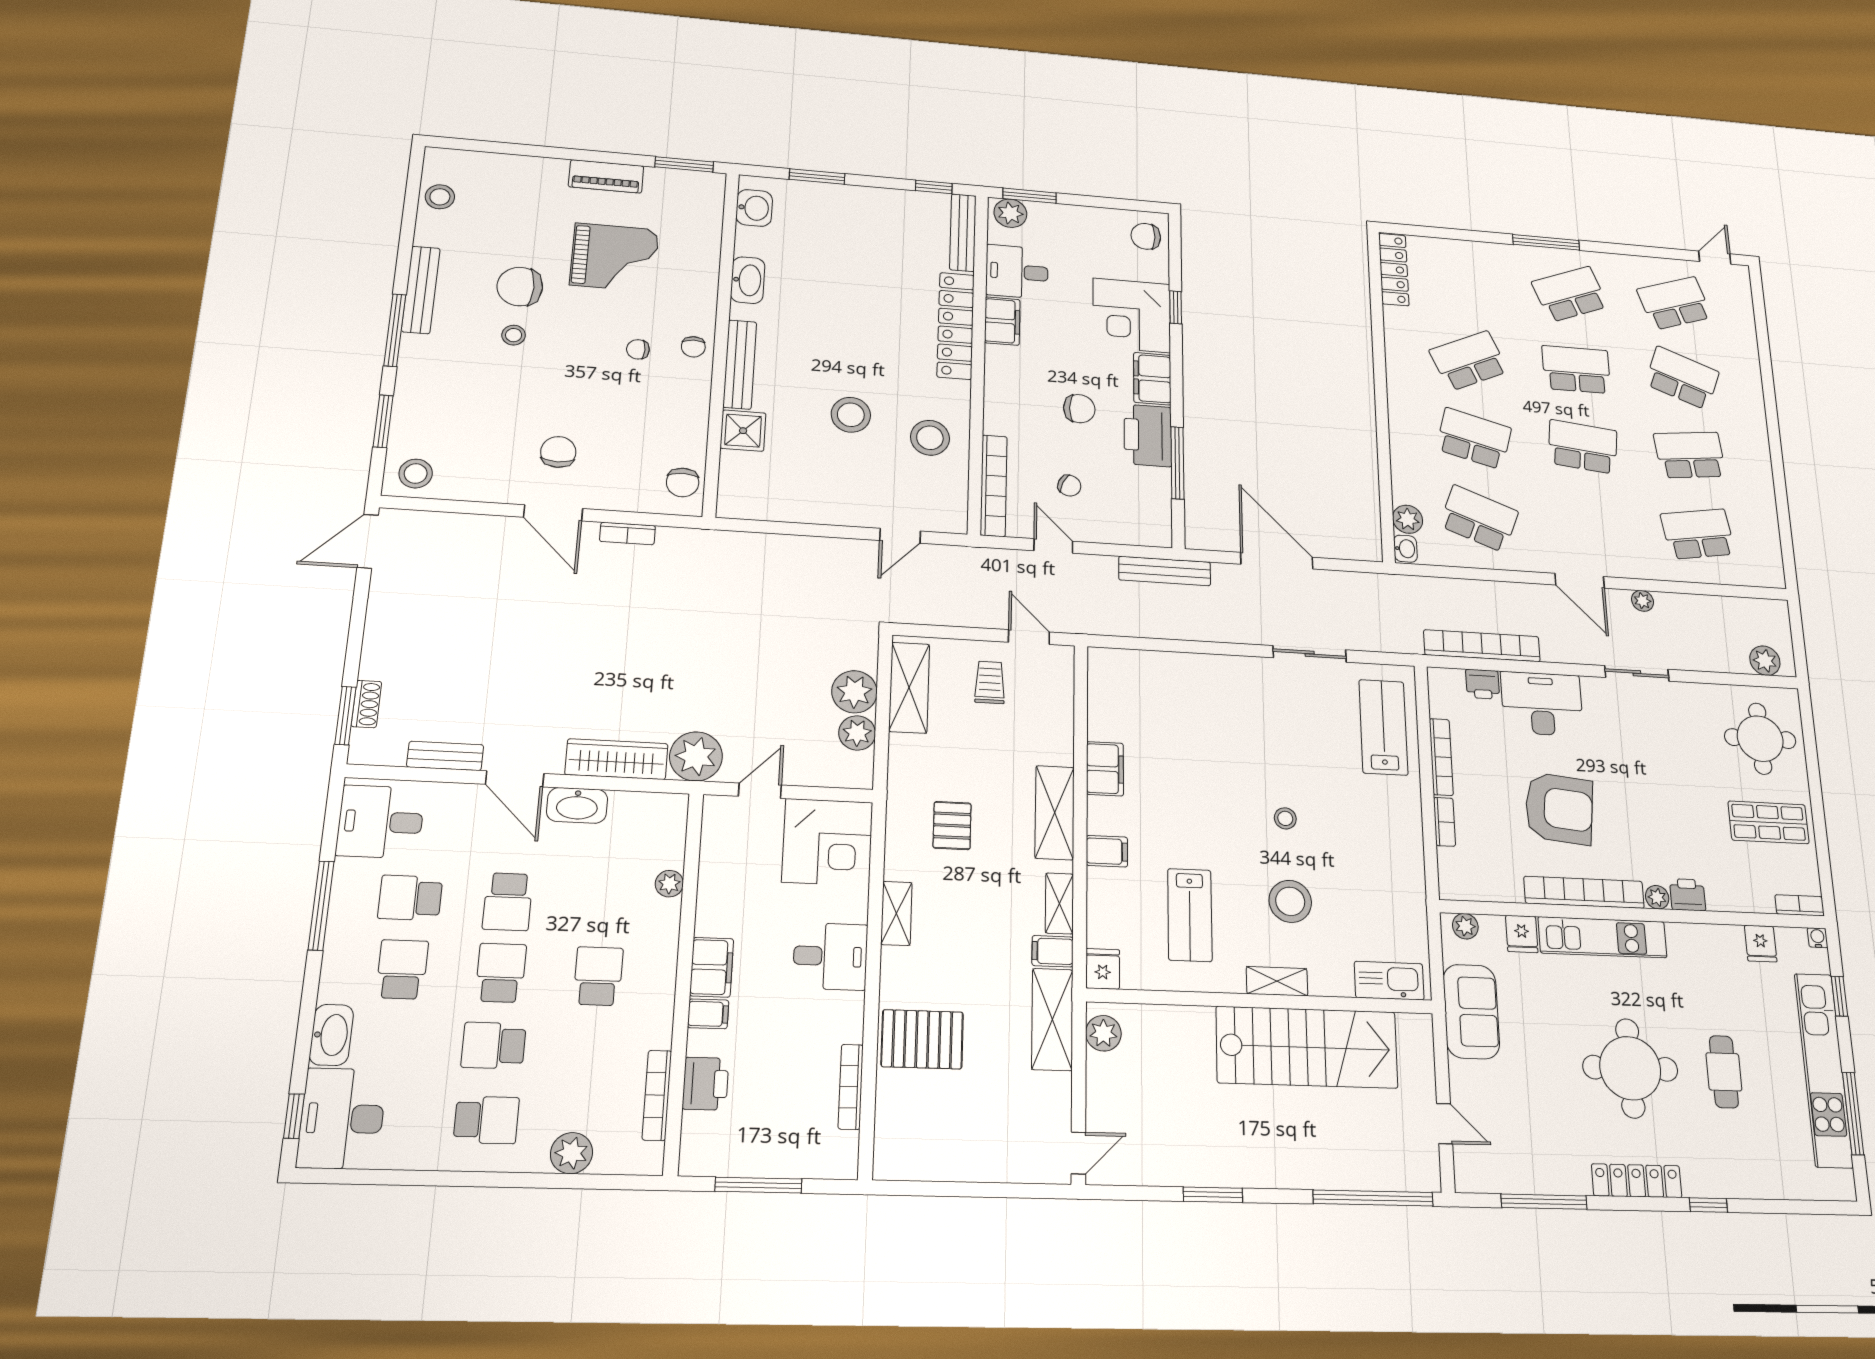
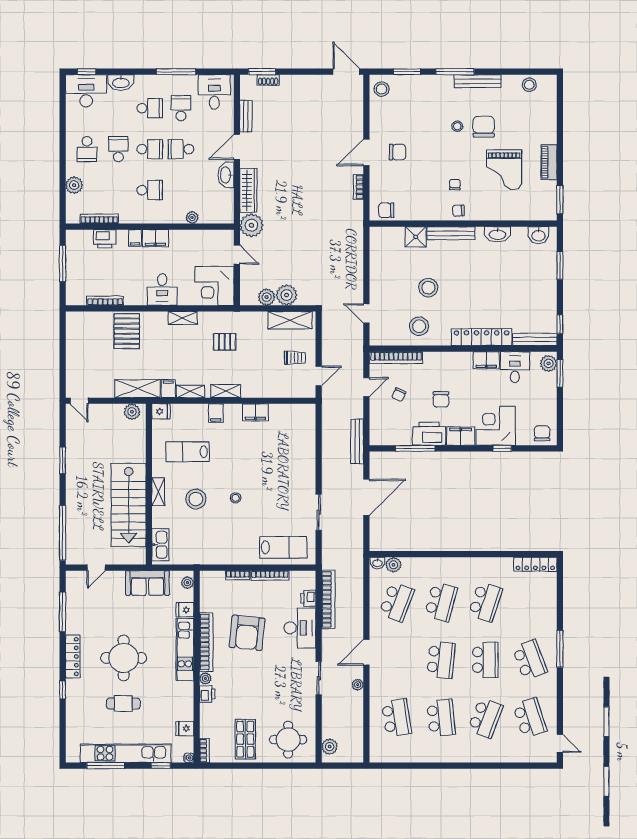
school desk: (1469, 361) -> (485, 602), turned 42
shelving: (1055, 813) -> (226, 391), width x0.67, depth x0.75

